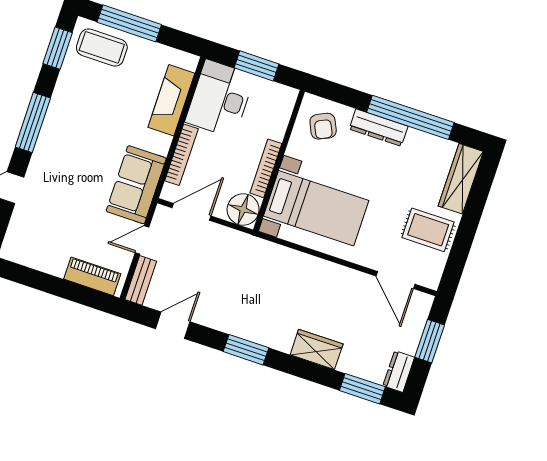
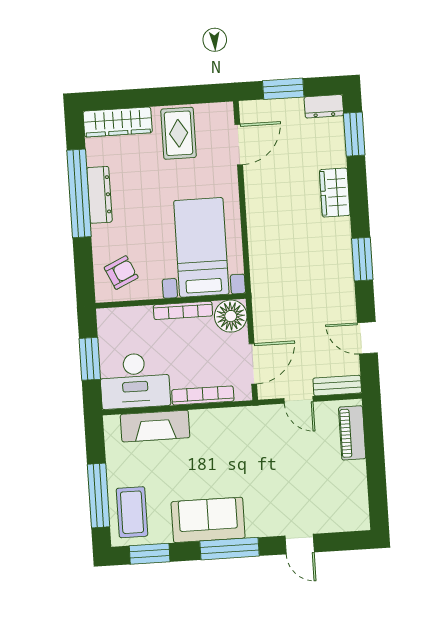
dresser: (379, 128) -> (99, 195), moved
sofa: (136, 185) -> (208, 520), moved, turned 180
door: (192, 212) -> (253, 364), swing flipped

